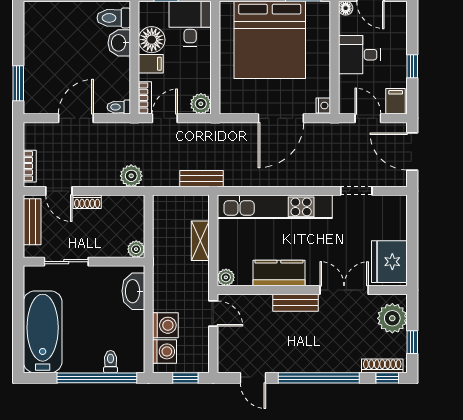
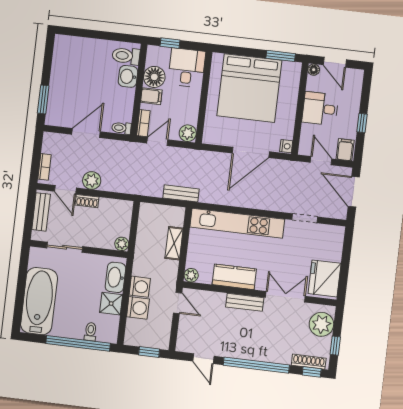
plant: (131, 176) -> (92, 181), moved
shower: (132, 324) -> (111, 304), added
washing machine: (164, 351) -> (140, 287), moved

